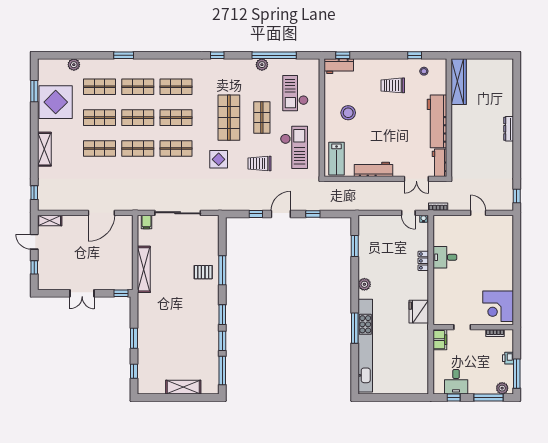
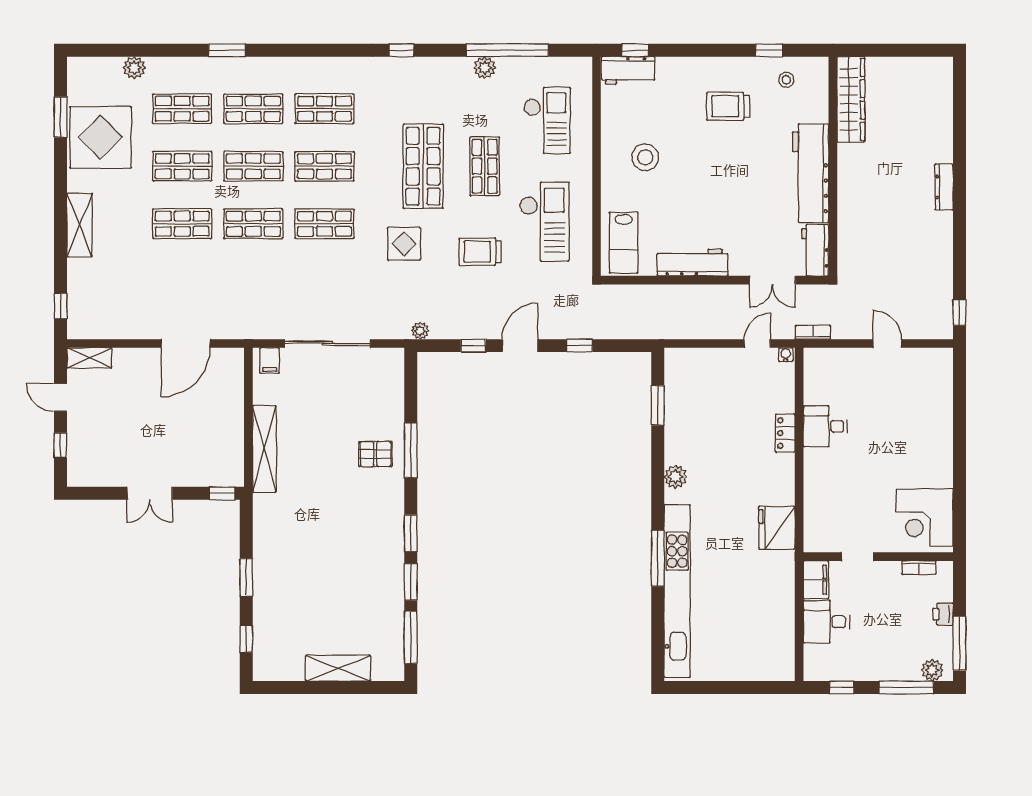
checkout: (295, 93) -> (547, 121), turned 180
plant: (227, 206) -> (420, 331), added
door: (408, 213) -> (757, 343), swing flipped
desk: (456, 382) -> (826, 622), moved, turned 90

